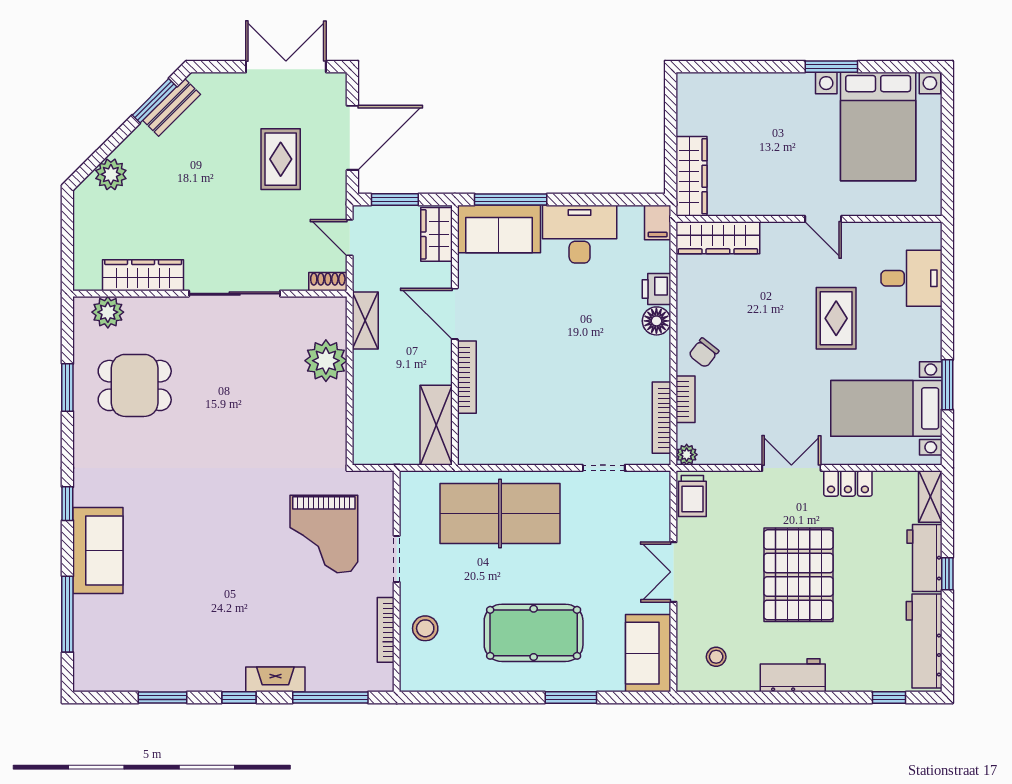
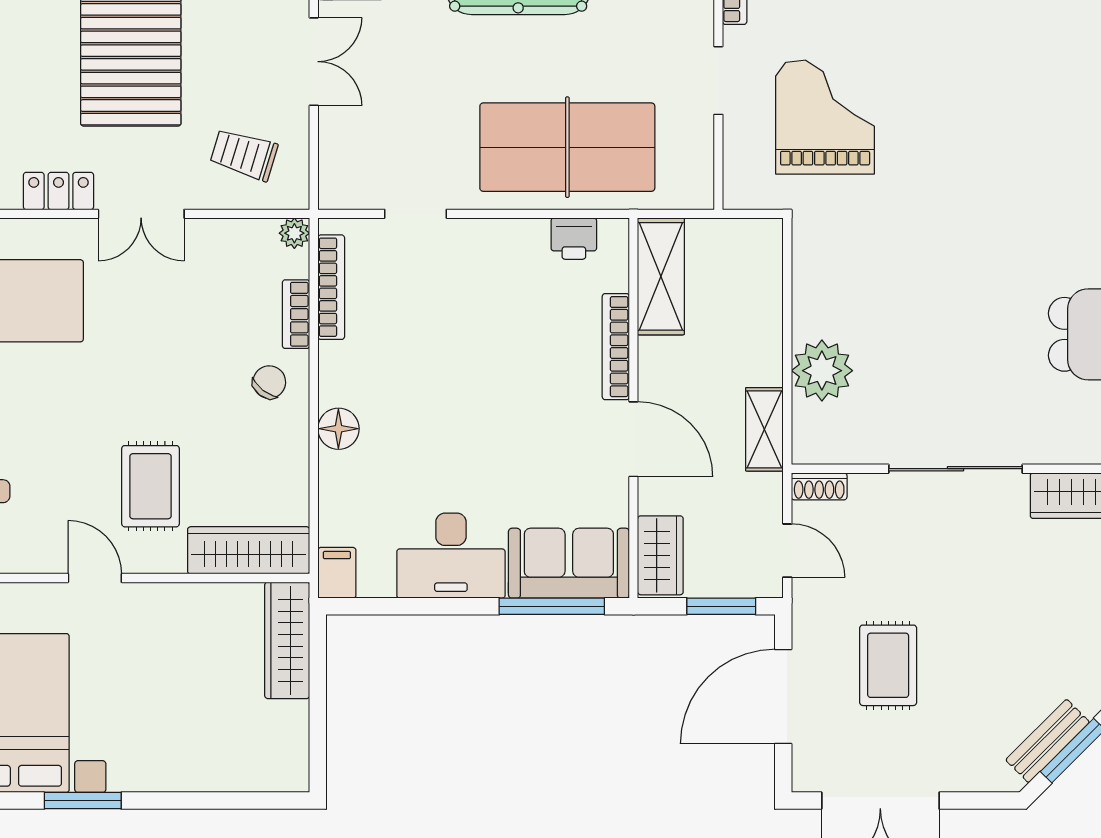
printer: (656, 289) -> (574, 239), moved, turned 90
rug: (836, 318) -> (150, 486), moved
trolley: (692, 496) -> (244, 155), moved, turned -73

